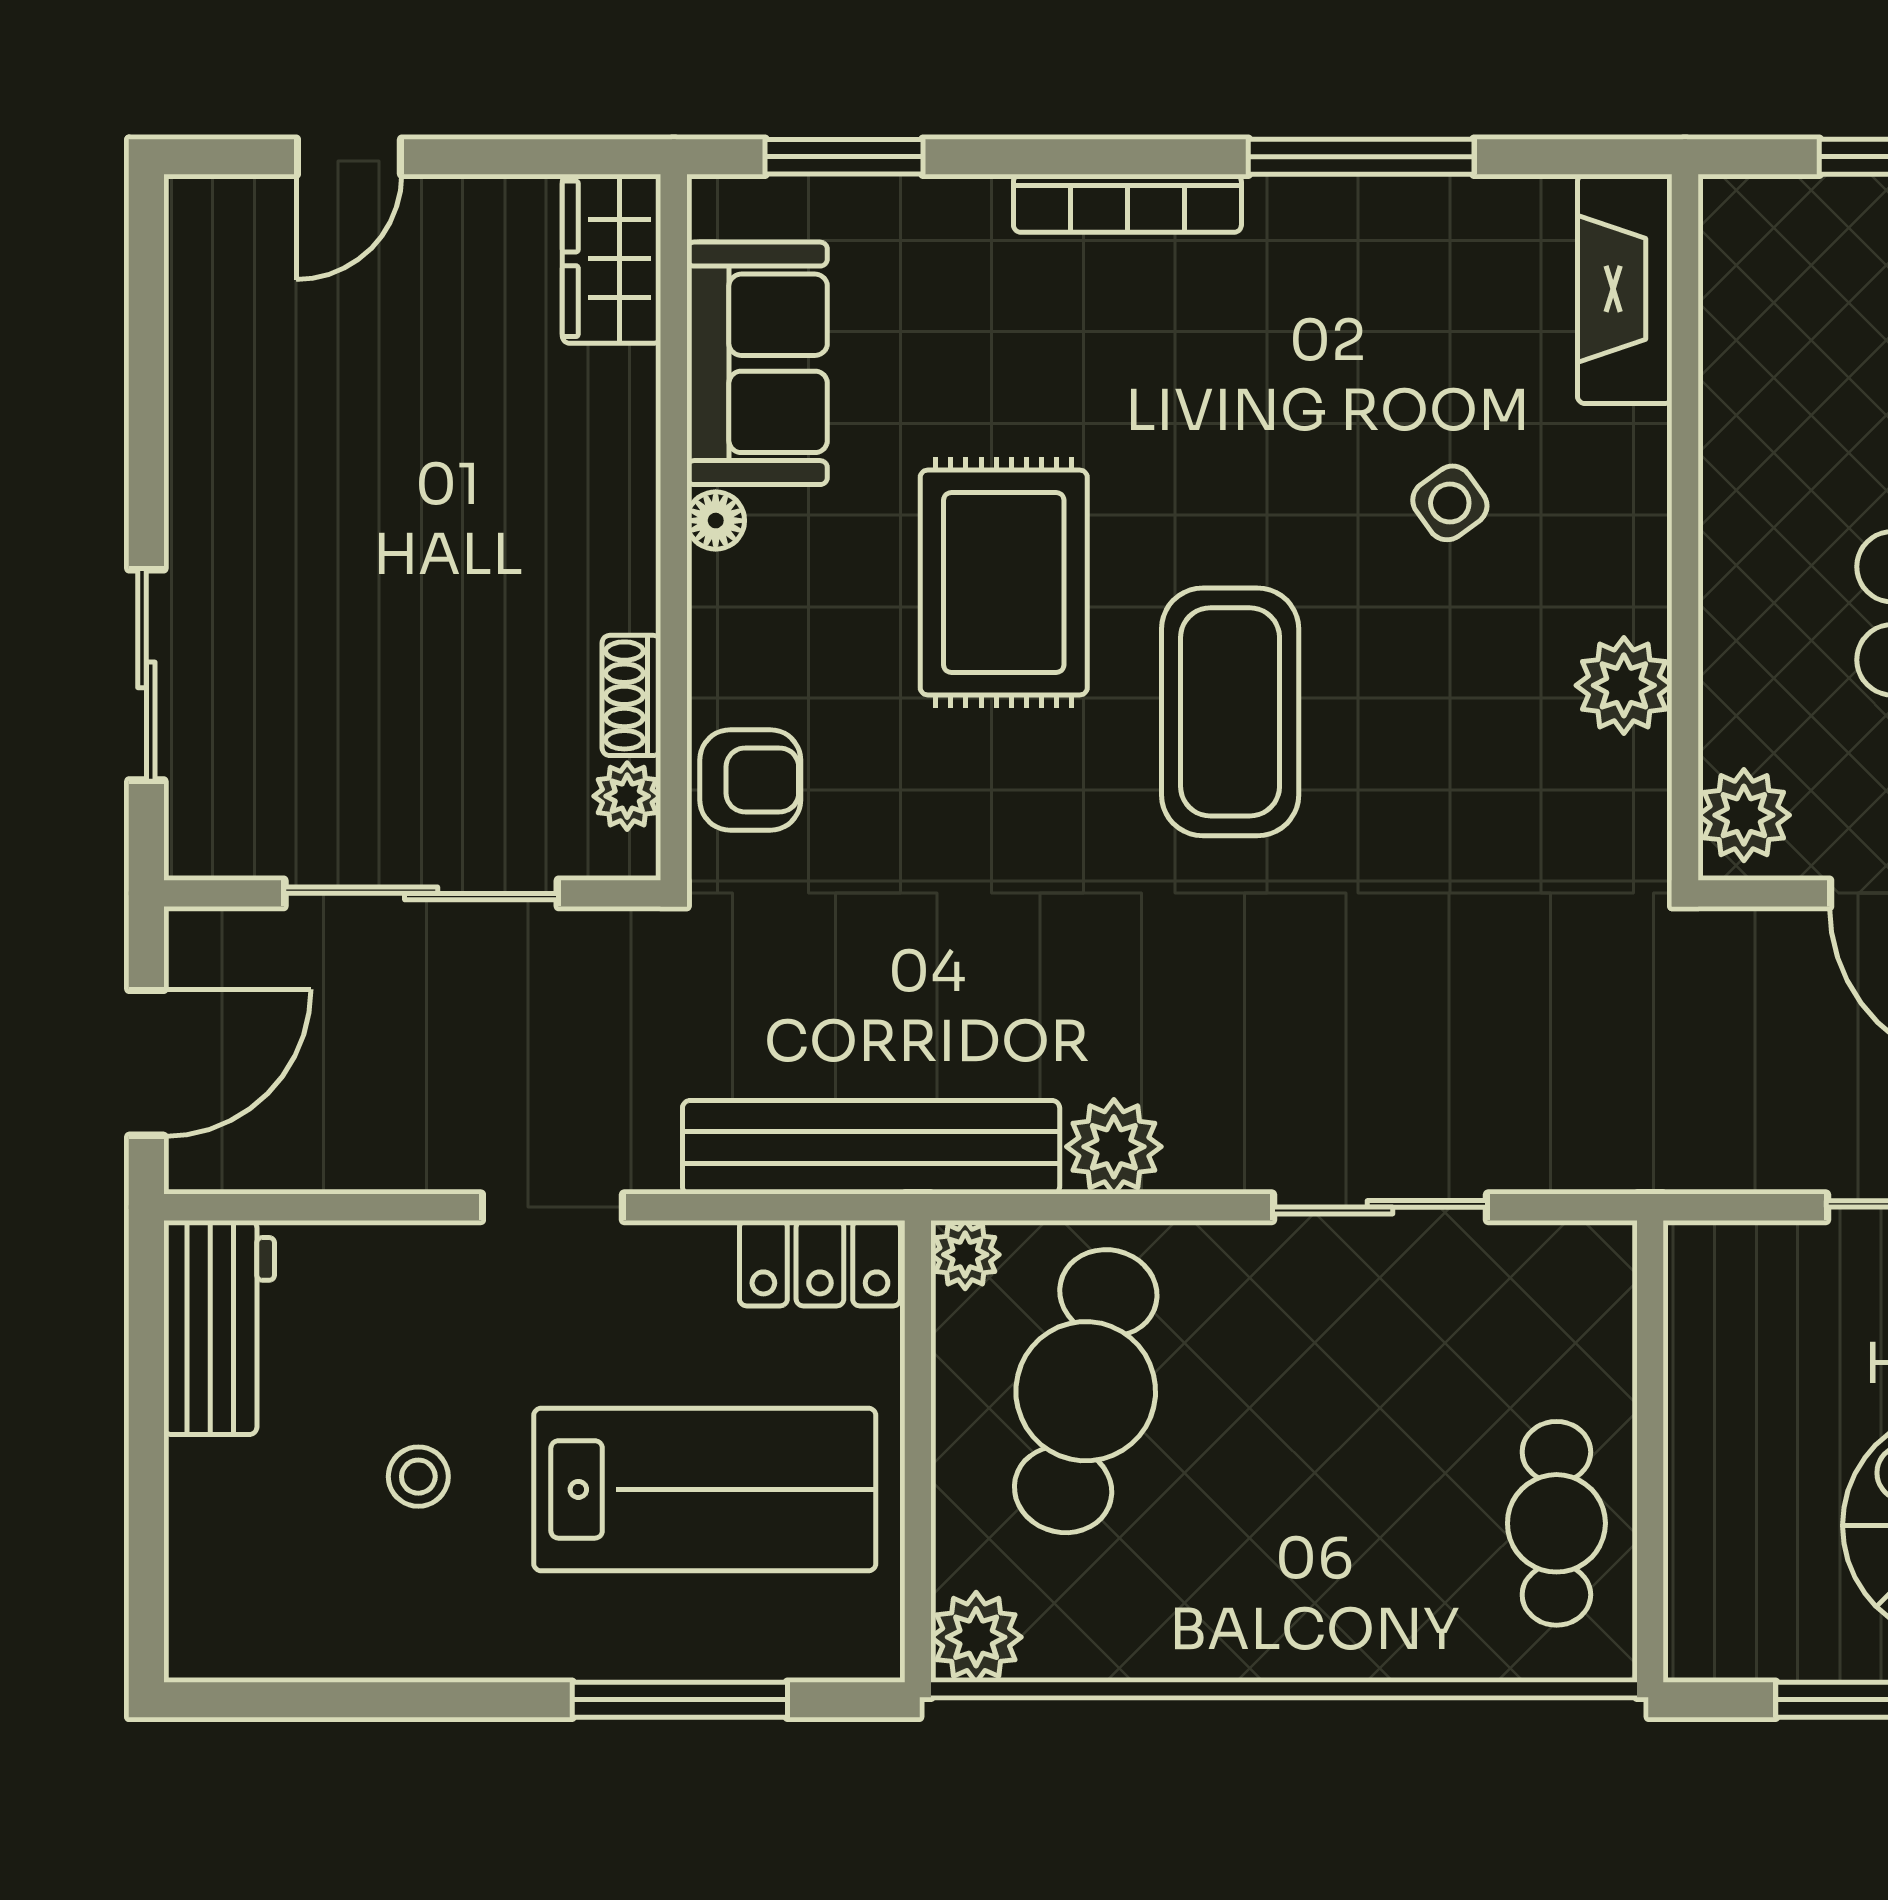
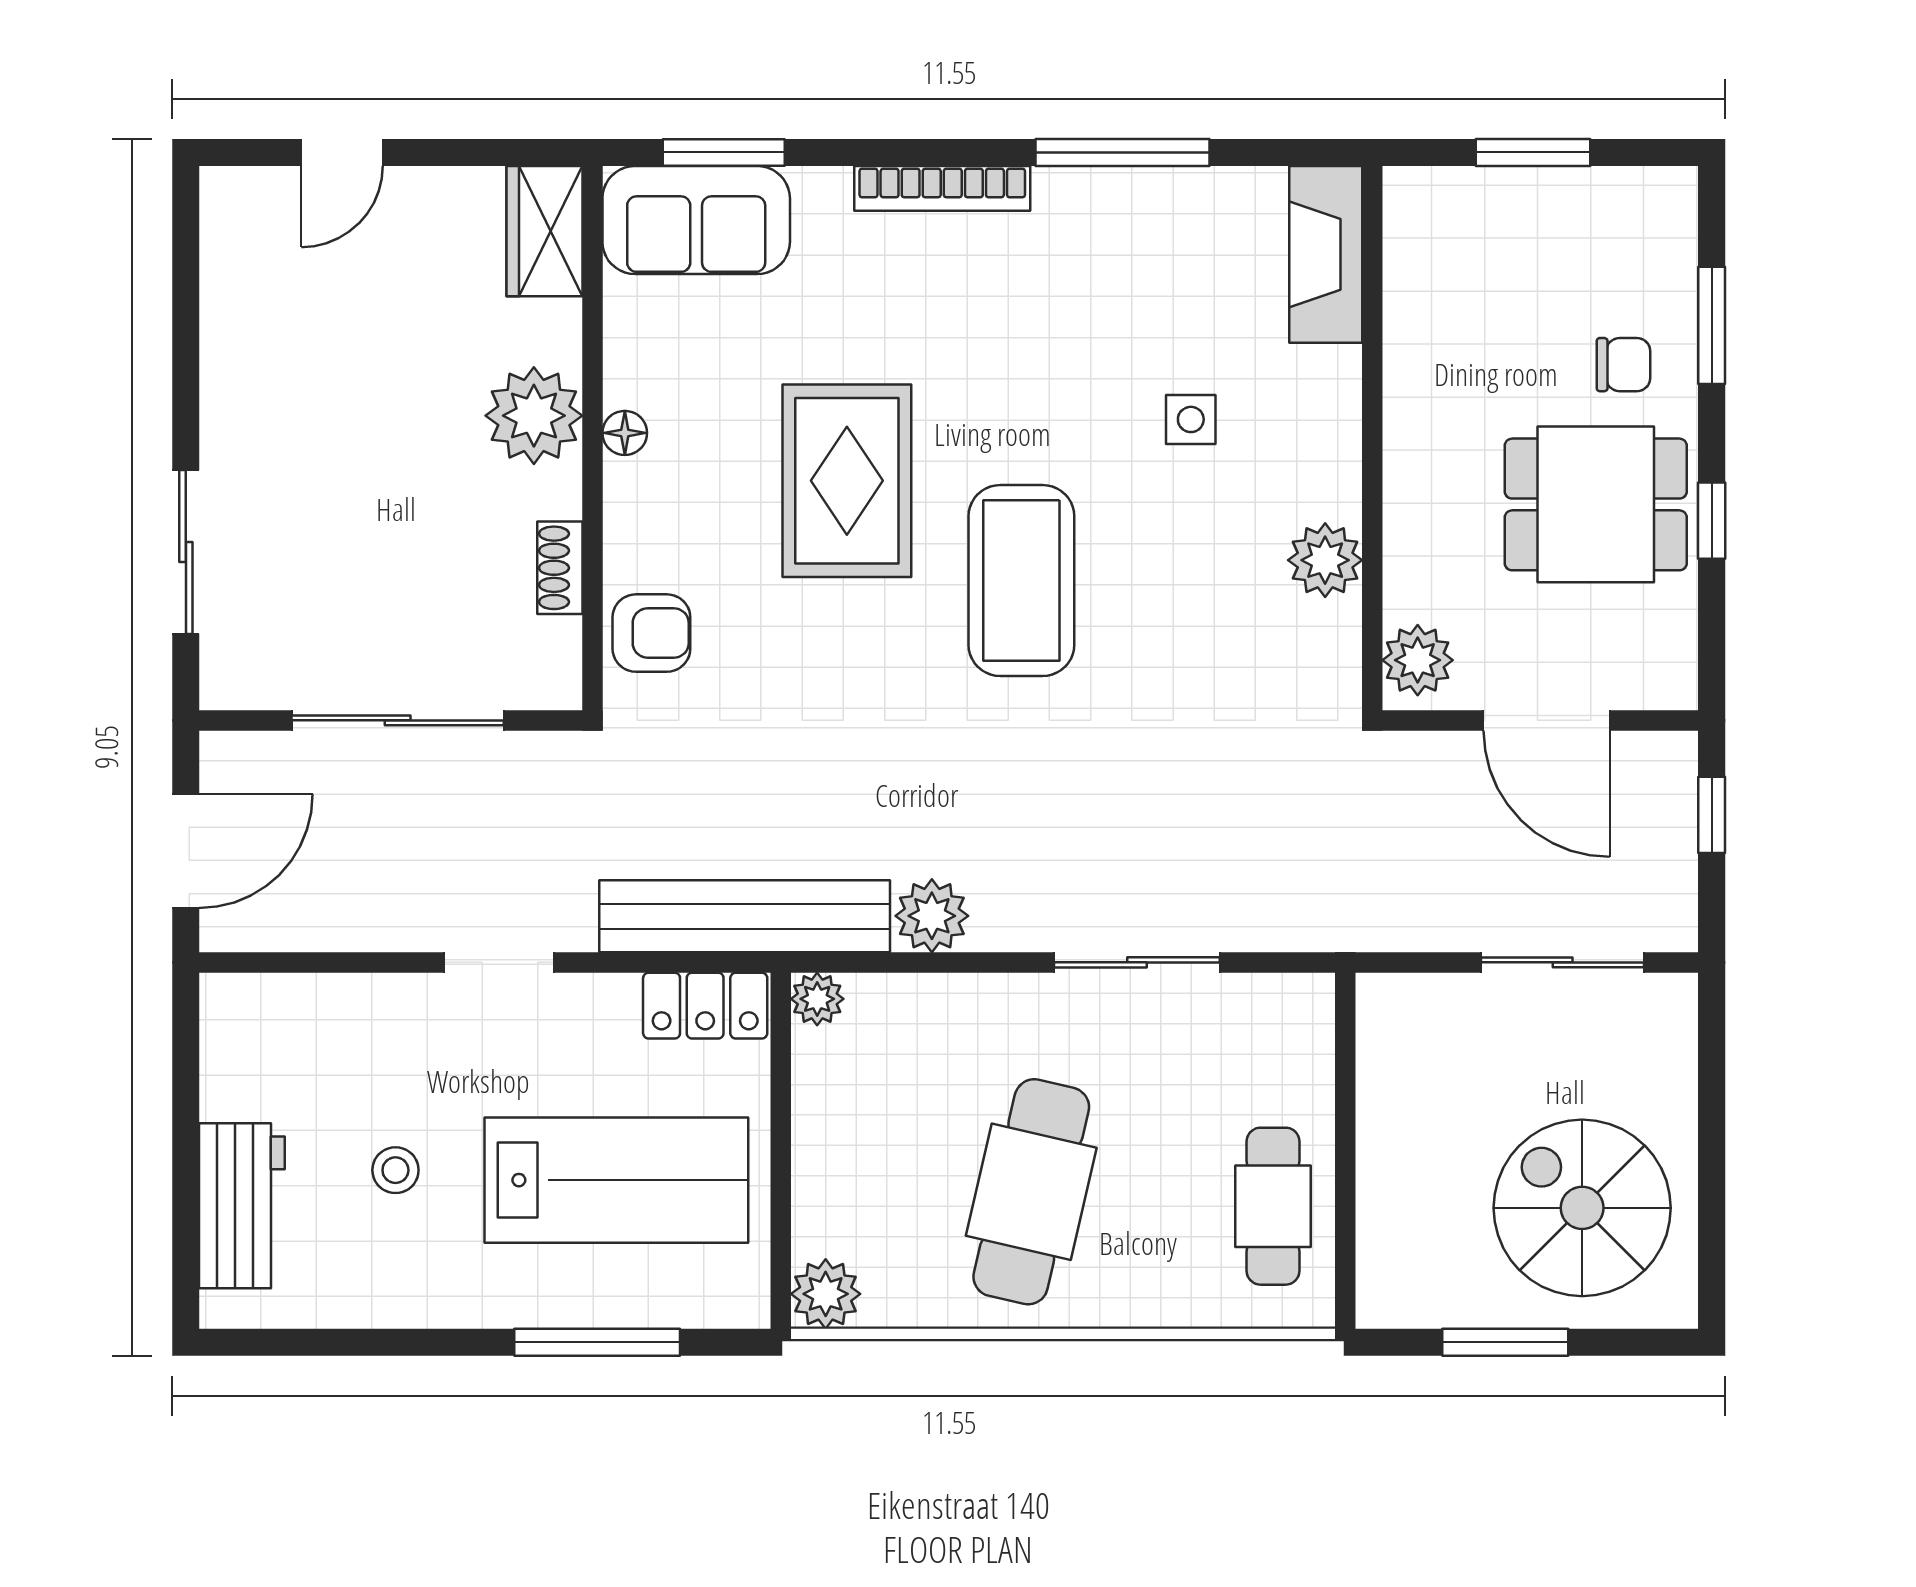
sofa: (757, 363) -> (696, 220), moved, turned 90
side table: (1450, 503) -> (1191, 419), turned 36
plant: (627, 796) -> (534, 416), moved, width x1.88, depth x1.88
workbench: (219, 1327) -> (242, 1206), moved
cafe table: (1086, 1391) -> (1031, 1192), moved

